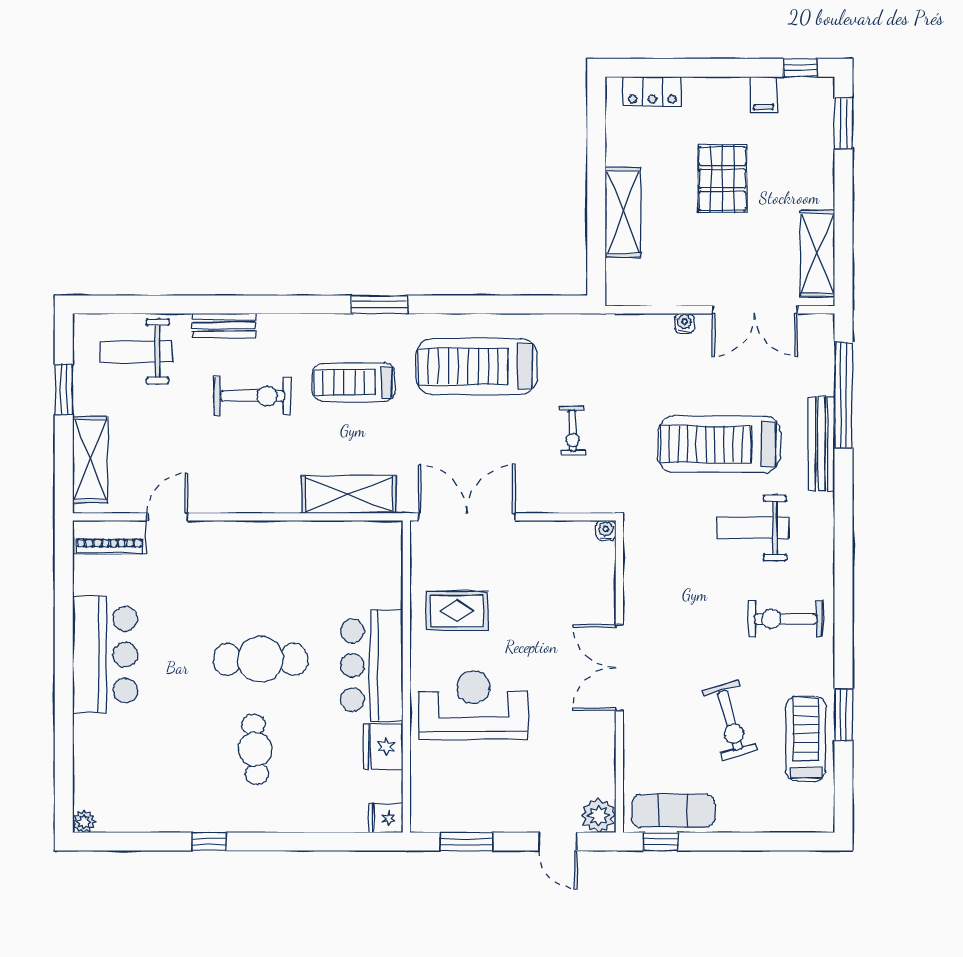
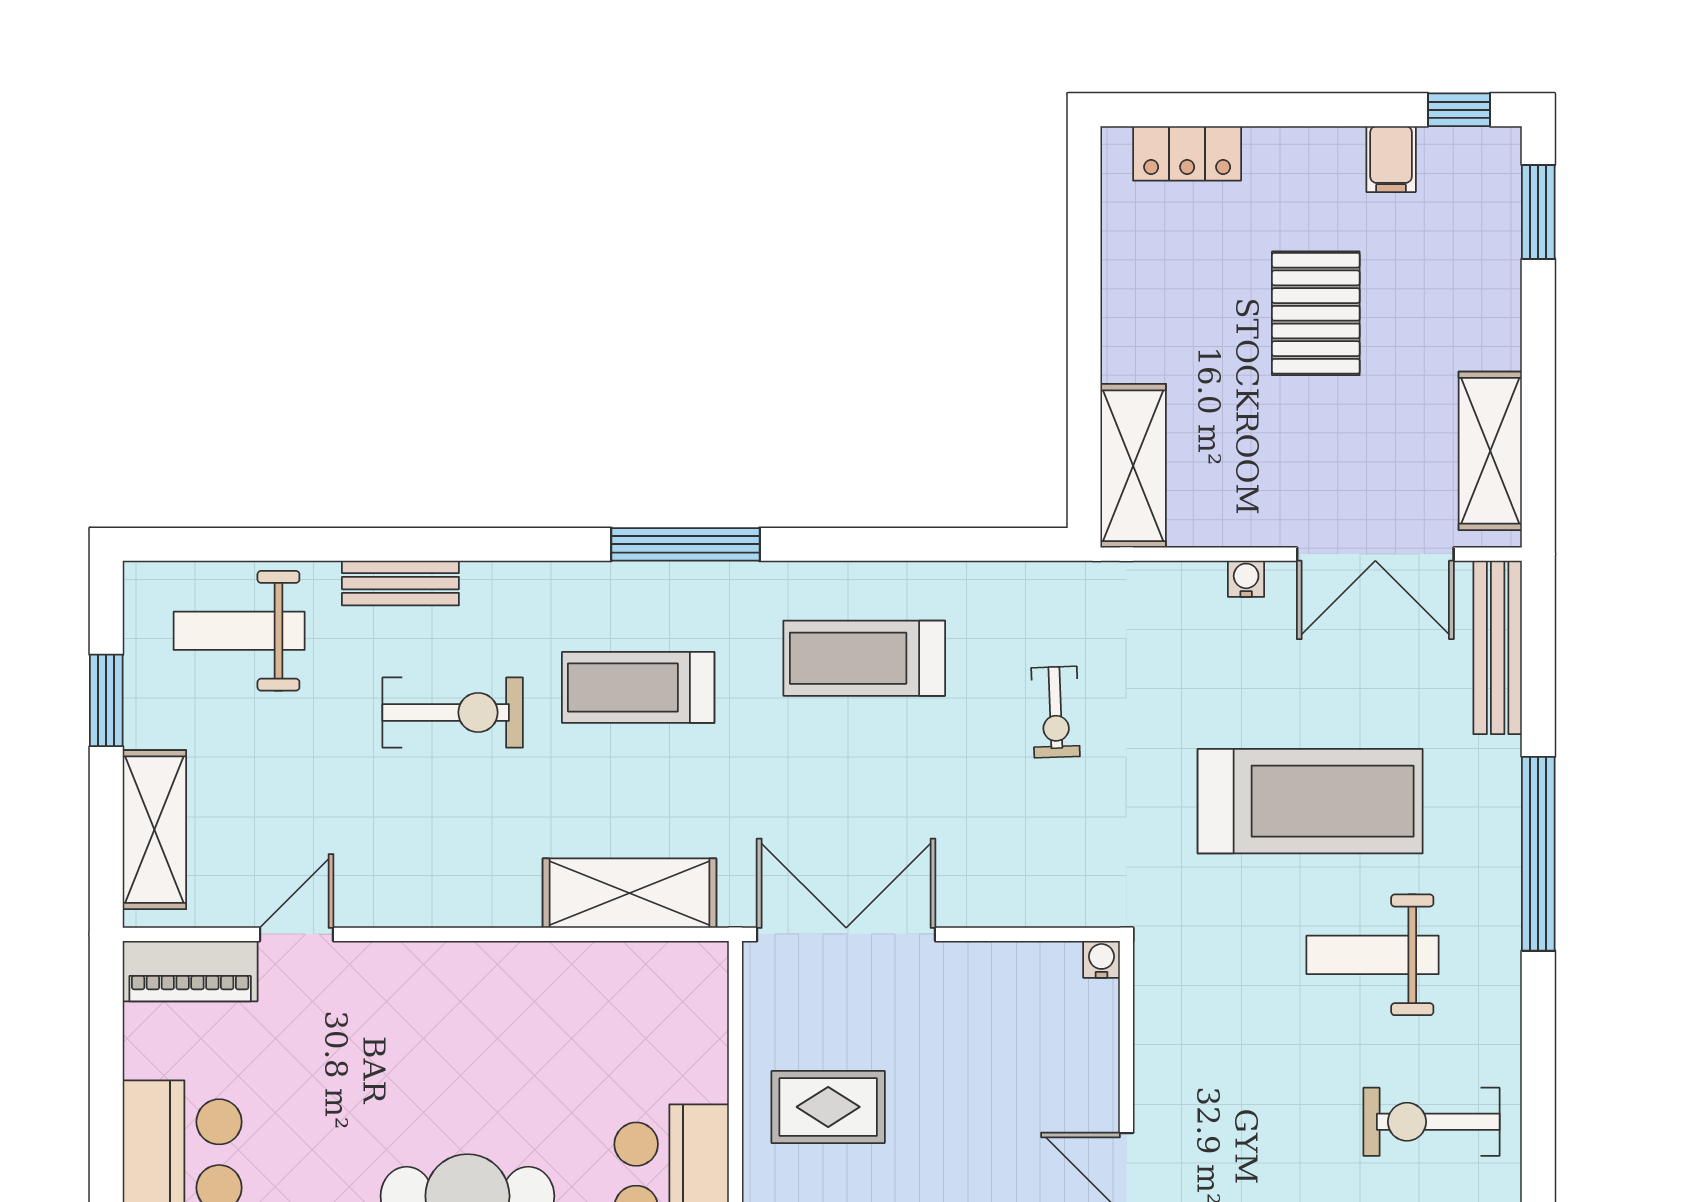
shelving: (623, 212) -> (1133, 466), moved
window: (379, 304) -> (685, 544), width x1.44
treadmill: (477, 366) -> (864, 658), width x0.73, depth x0.73
window: (844, 395) -> (1538, 854), moved
exercise bike: (573, 431) -> (1056, 712), moved
treadmill: (719, 444) -> (1310, 801), turned 180
bench: (821, 444) -> (1498, 647), moved

